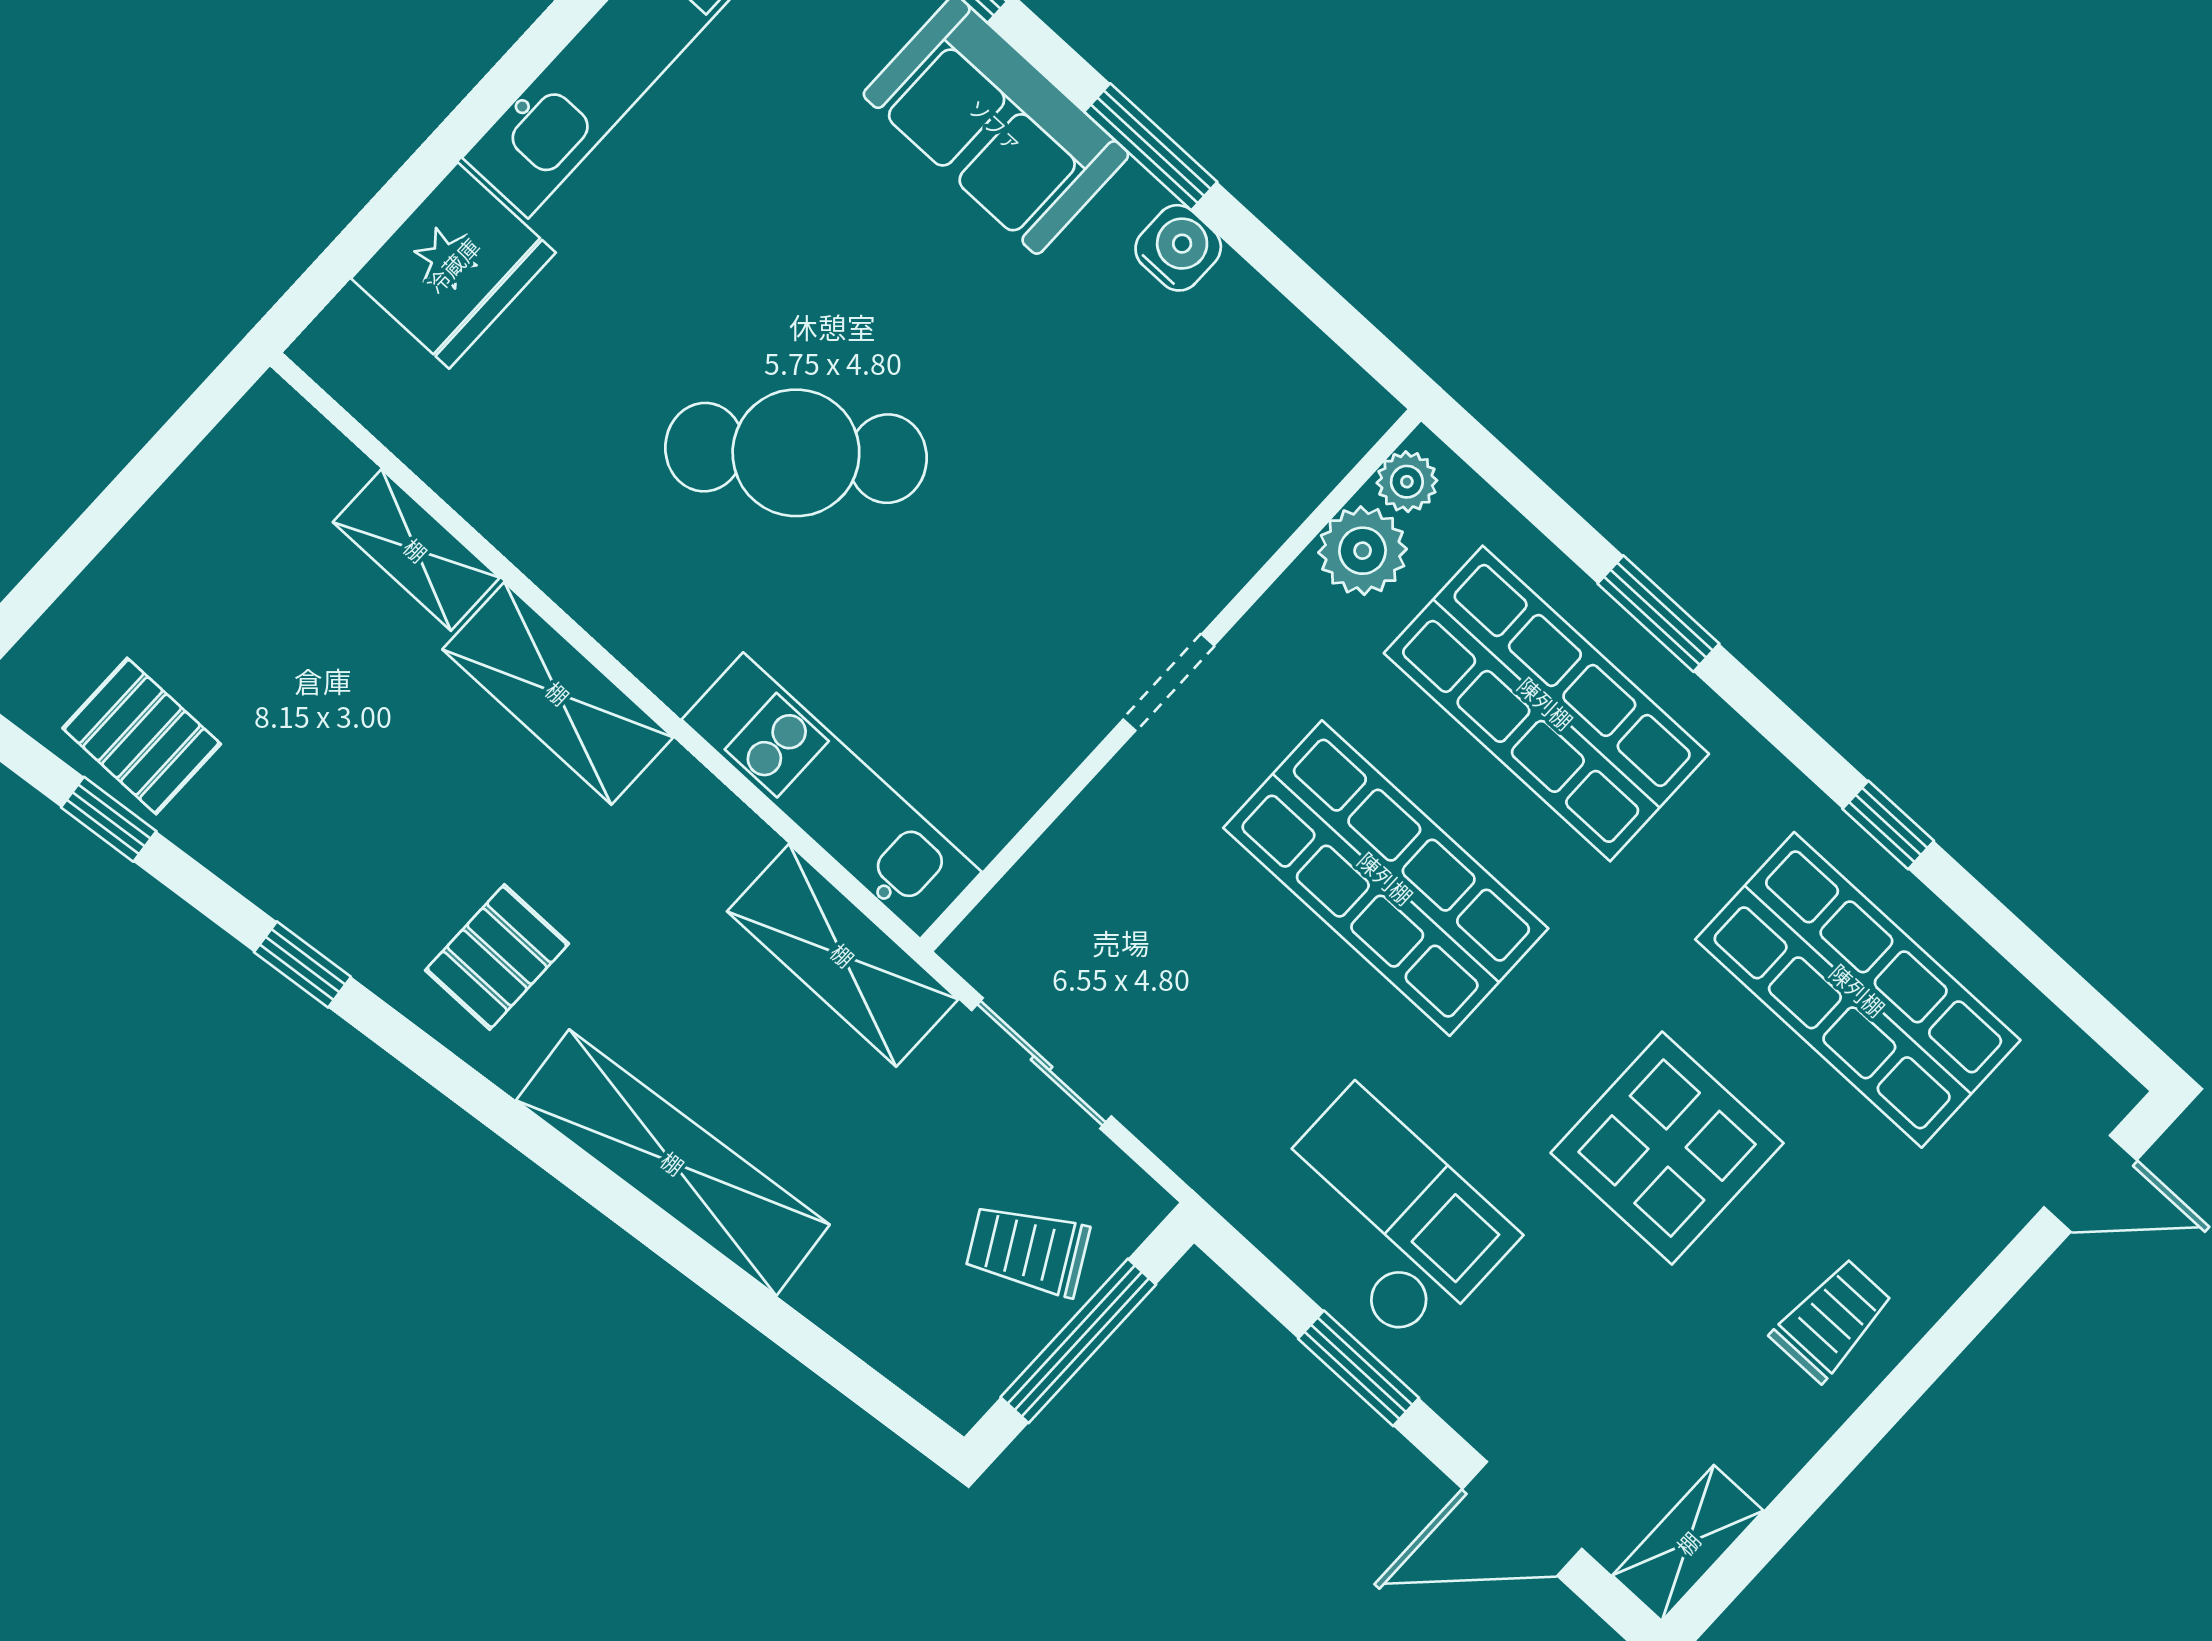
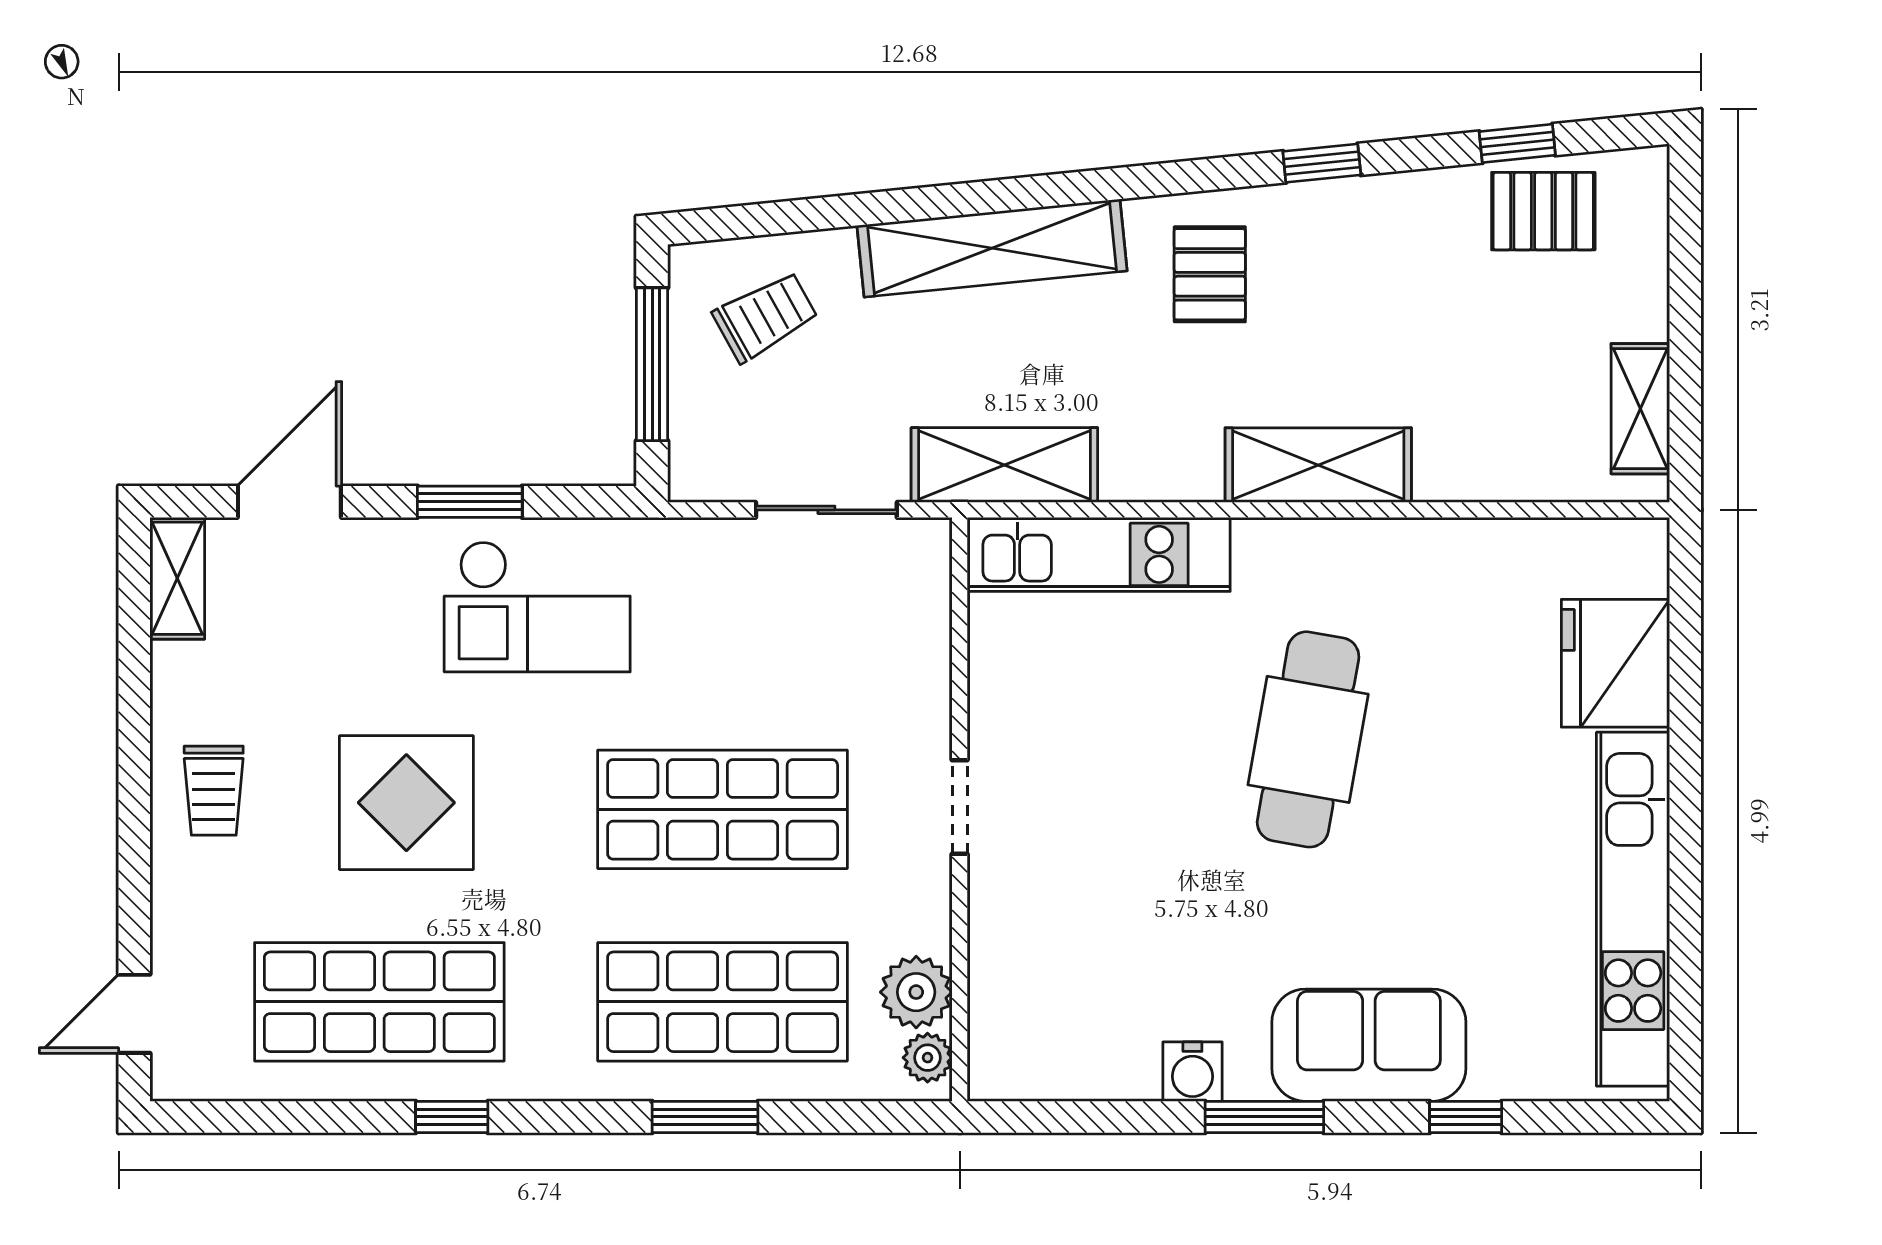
cafe table: (796, 453) -> (1308, 739), turned -41
shelving: (416, 550) -> (1640, 409), moved, turned 90
trolley: (1028, 1250) -> (765, 317), moved

